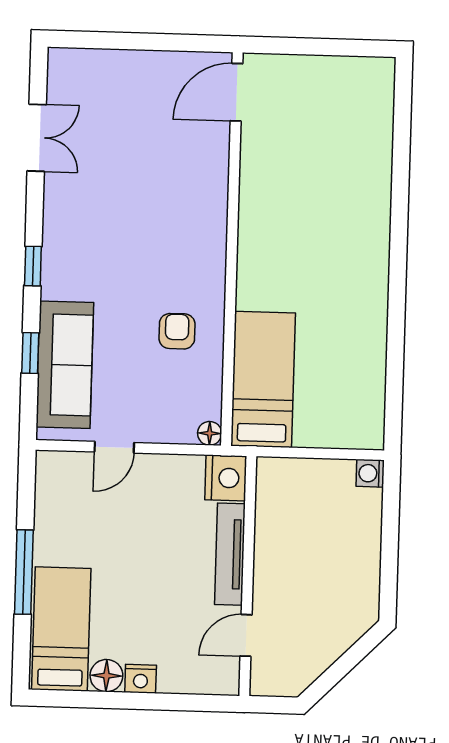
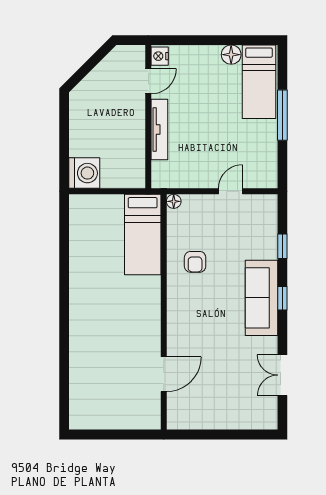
door: (237, 92) -> (164, 374), moved
sofa: (65, 365) -> (262, 298), moved
washing machine: (370, 473) -> (84, 173), width x1.89, depth x1.89
nightstand: (226, 478) -> (163, 175), removed
nightstand: (141, 679) -> (160, 56), moved, turned -90

